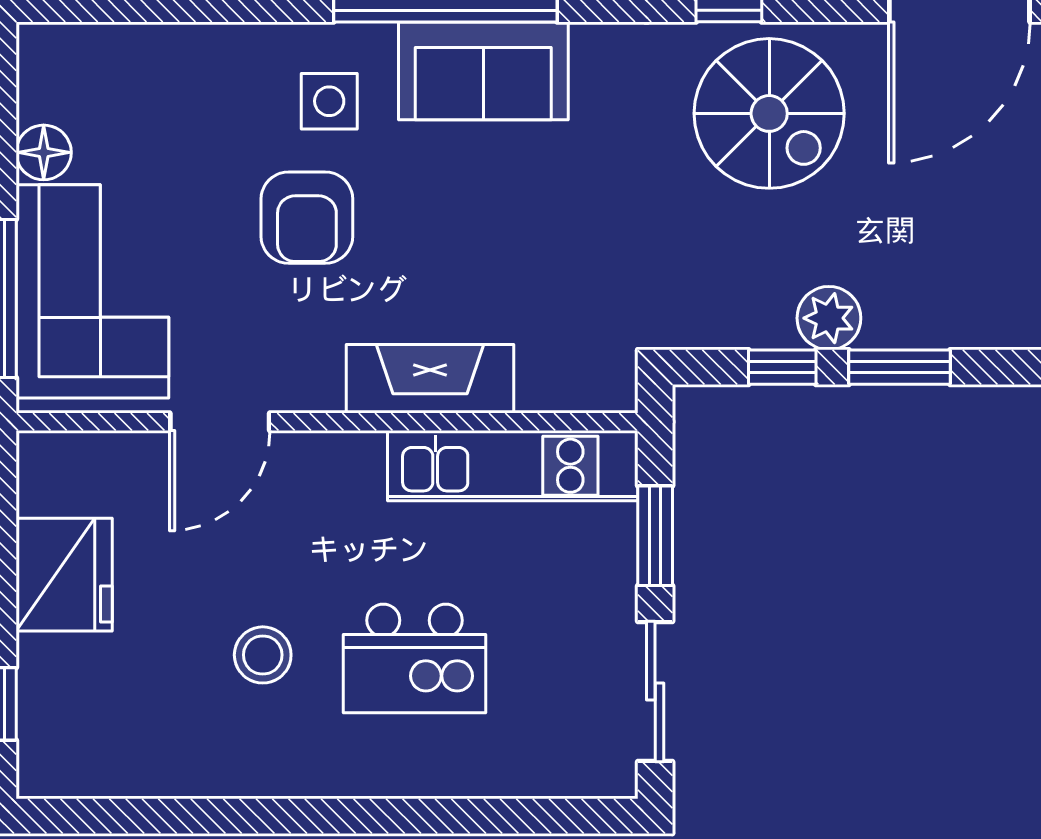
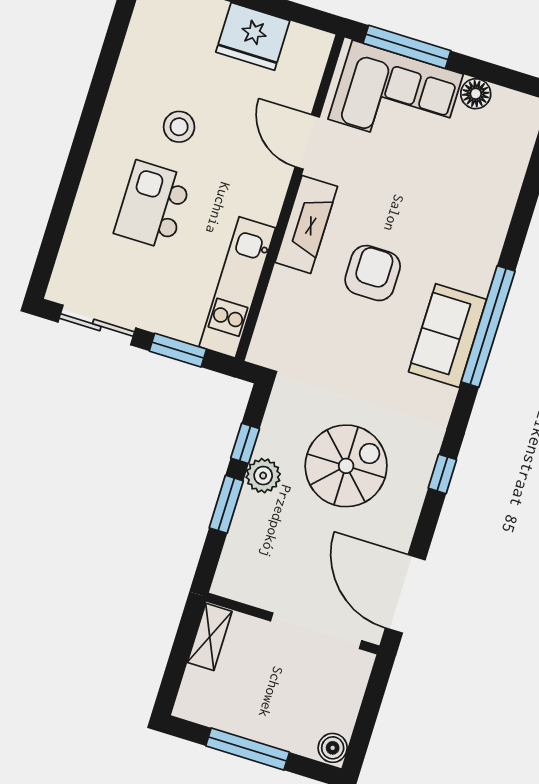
side table: (329, 101) -> (456, 250), removed
spiral stairs: (769, 113) -> (346, 466), moved, turned 180
armchair: (307, 218) -> (373, 273), moved, turned 90
fireplace: (430, 379) -> (306, 224), moved

